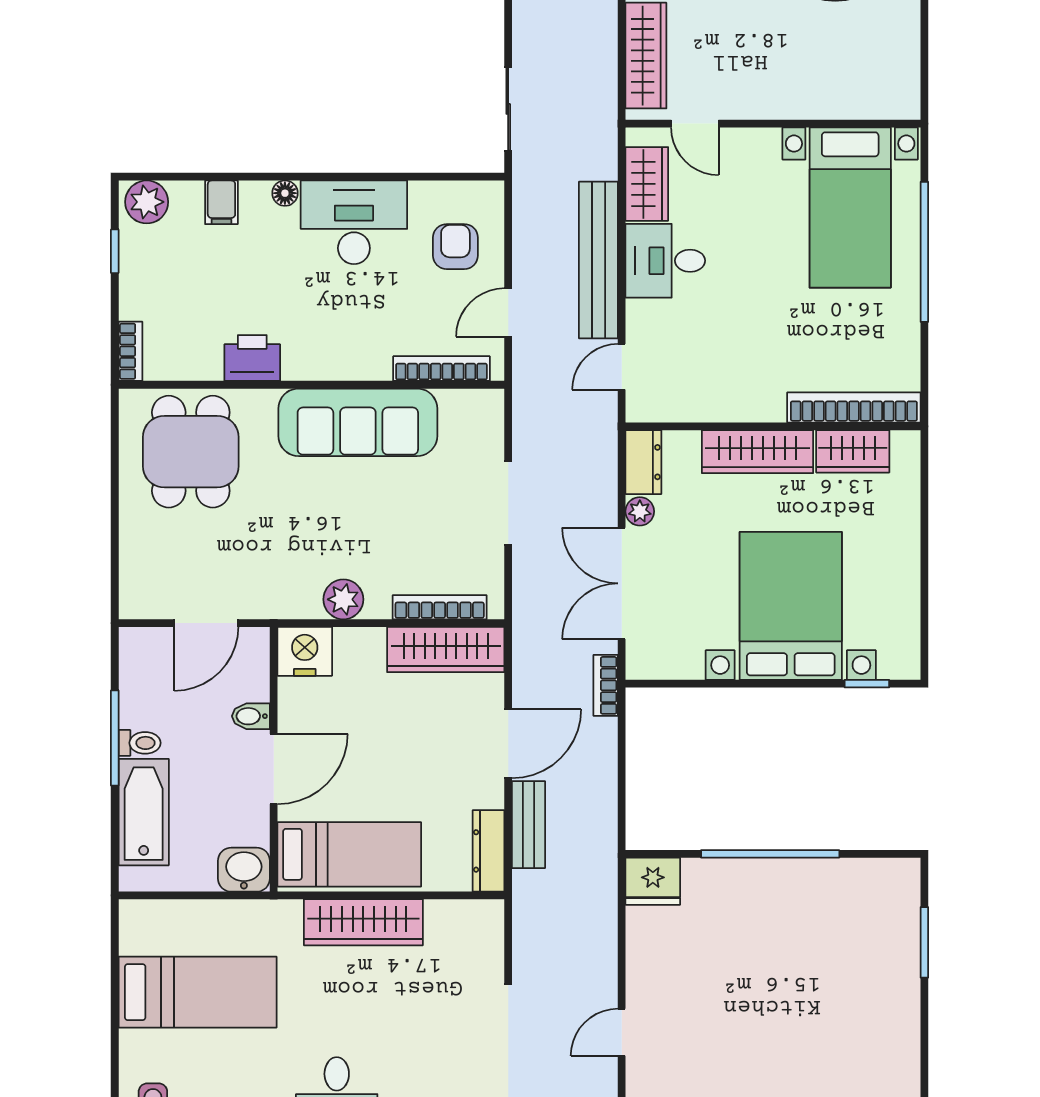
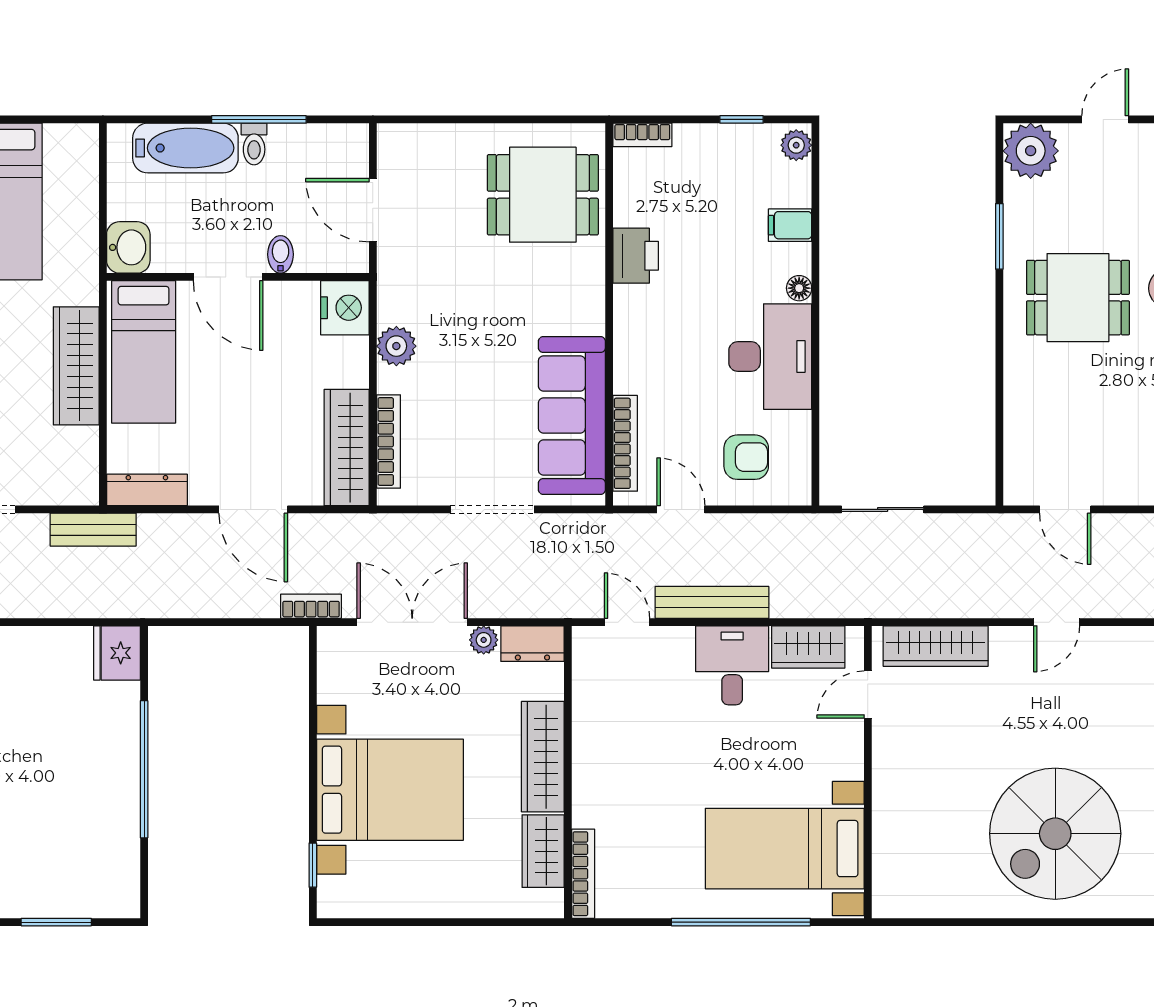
plant: (147, 202) -> (796, 145), width x0.73, depth x0.73
bench: (598, 260) -> (712, 602), width x0.73, depth x0.82
bookcase: (854, 407) -> (583, 874), width x0.68, depth x0.76
sofa: (358, 422) -> (572, 416), moved
bench: (529, 825) -> (93, 530), moved

